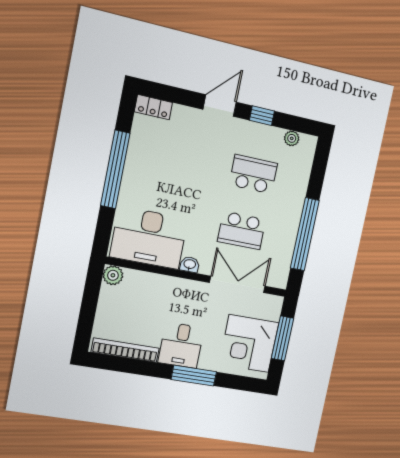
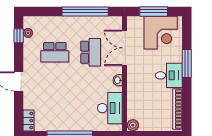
window: (262, 116) -> (19, 36), moved
school desk: (253, 174) -> (55, 52), turned -90
desk: (149, 238) -> (110, 108), width x0.73, depth x0.77

